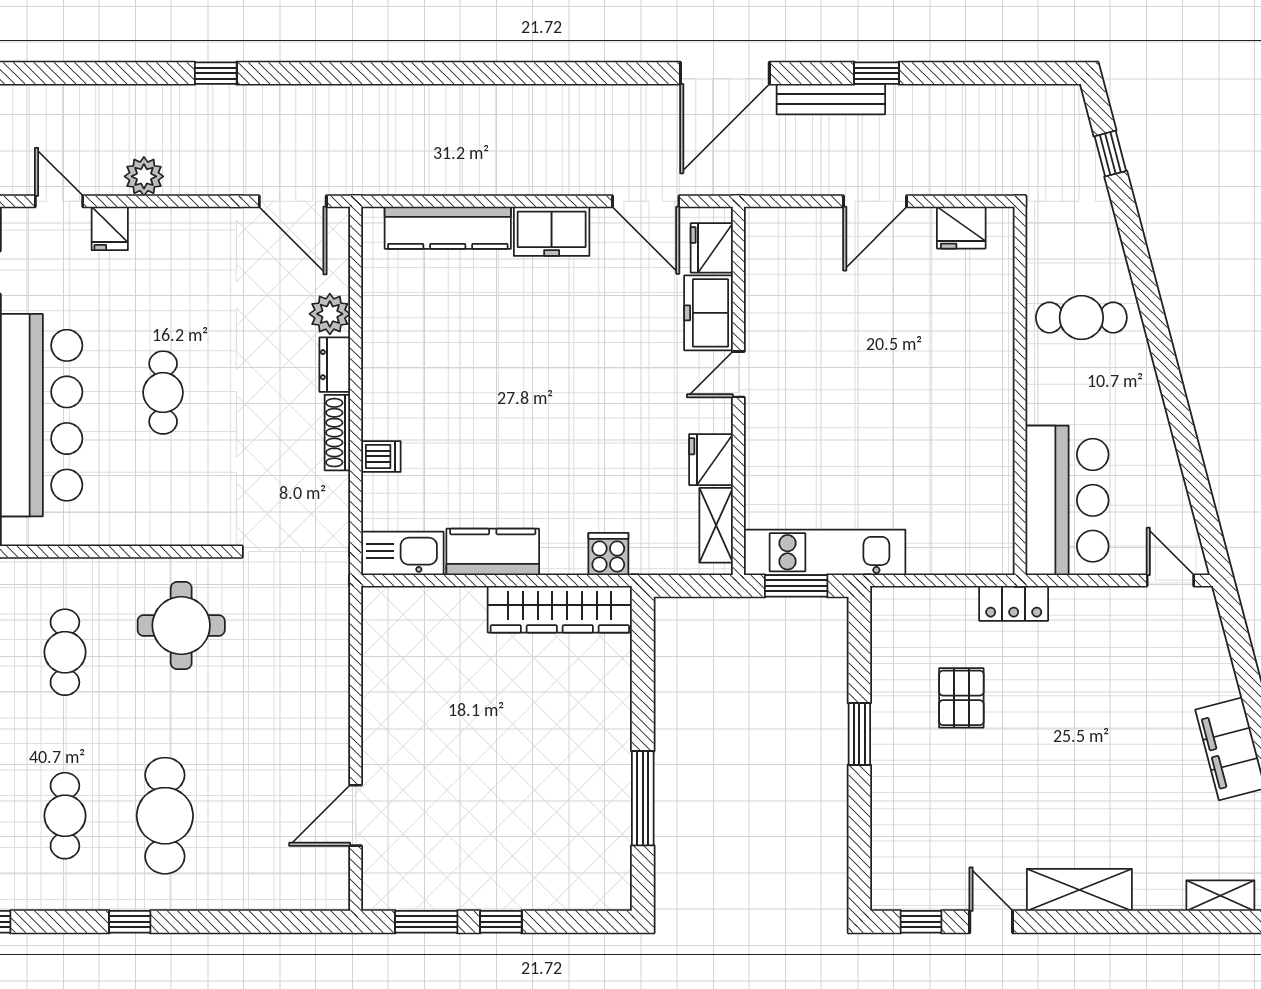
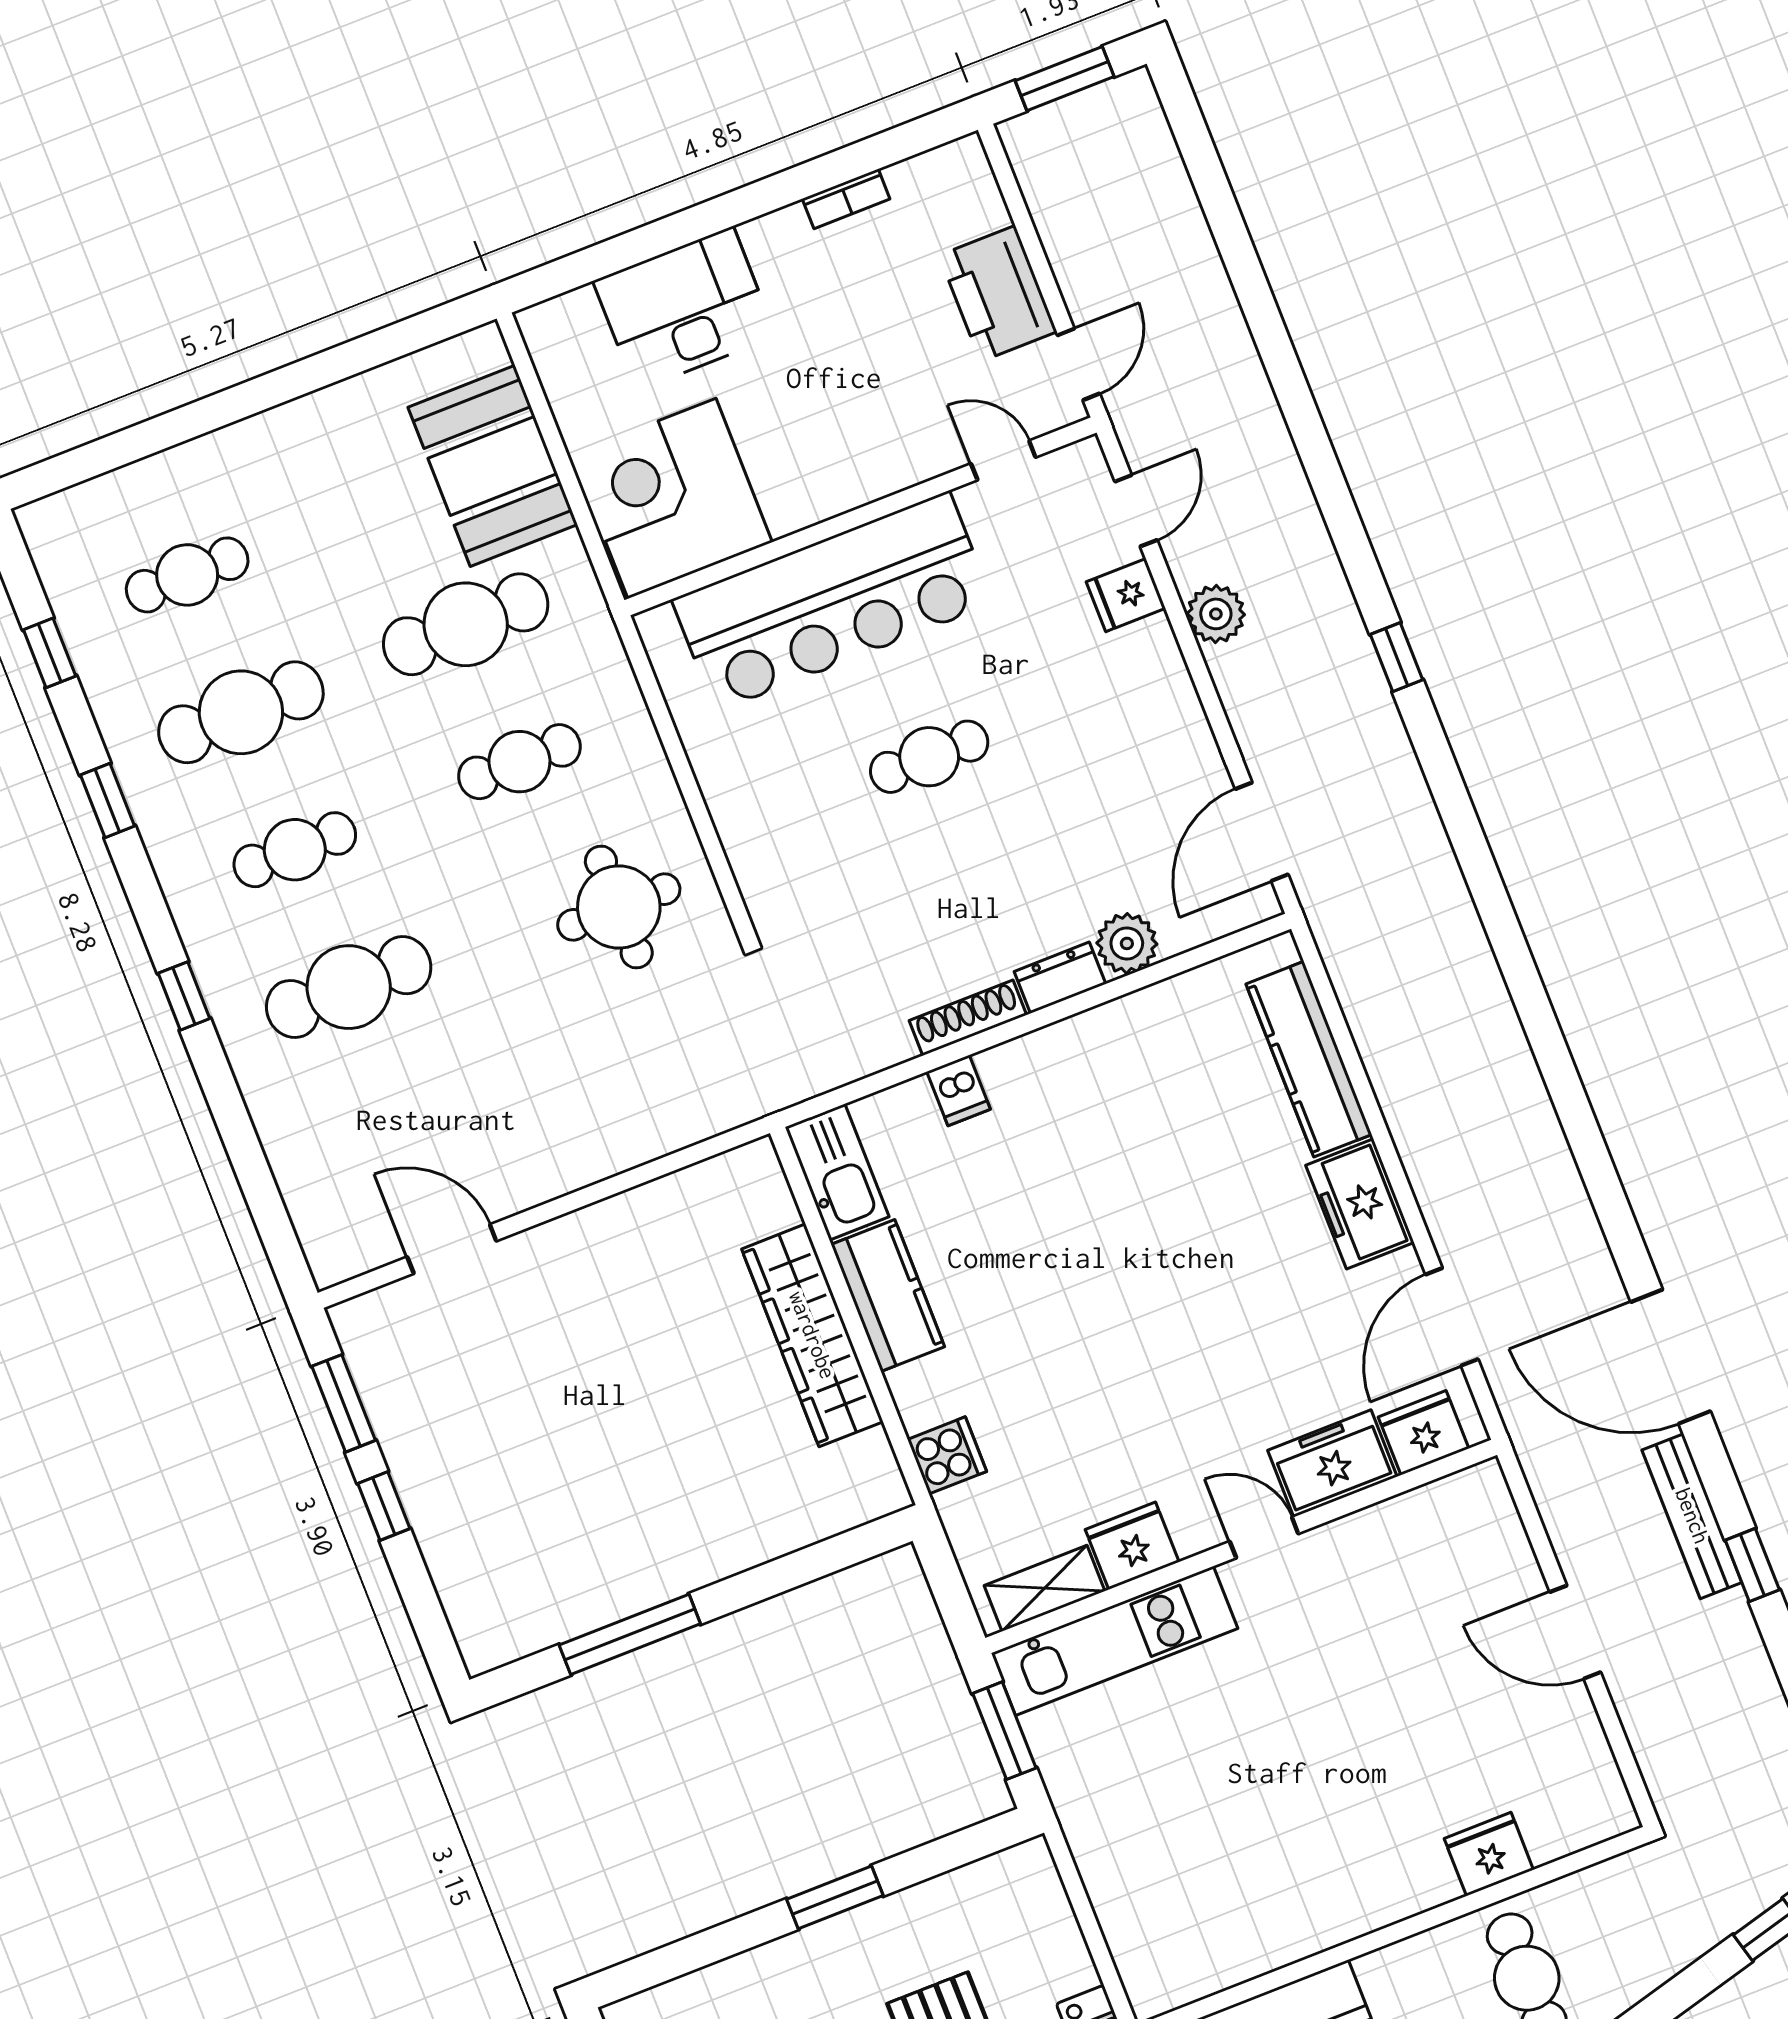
fridge: (961, 228) -> (1489, 1854), moved, turned 90
kitchen unit: (825, 552) -> (1114, 1641), moved, turned 90
wardrobe: (560, 609) -> (812, 1335), moved

